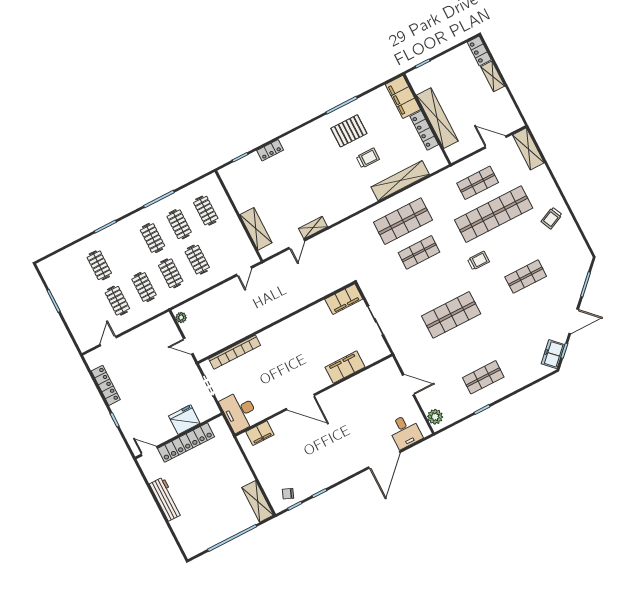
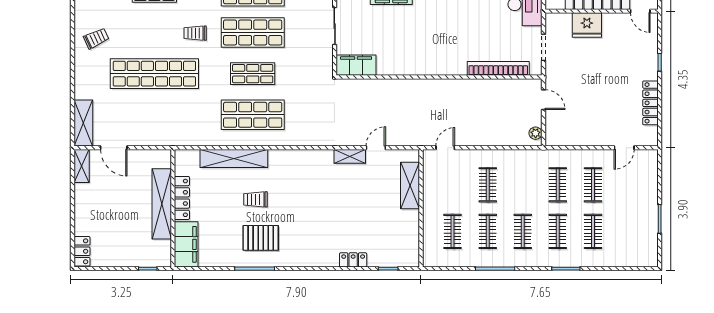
shelving: (493, 76) -> (82, 166), moved
shop shelf: (478, 183) -> (253, 32), moved, width x1.43, depth x1.36
clothes rail: (171, 273) -> (558, 231), moved

